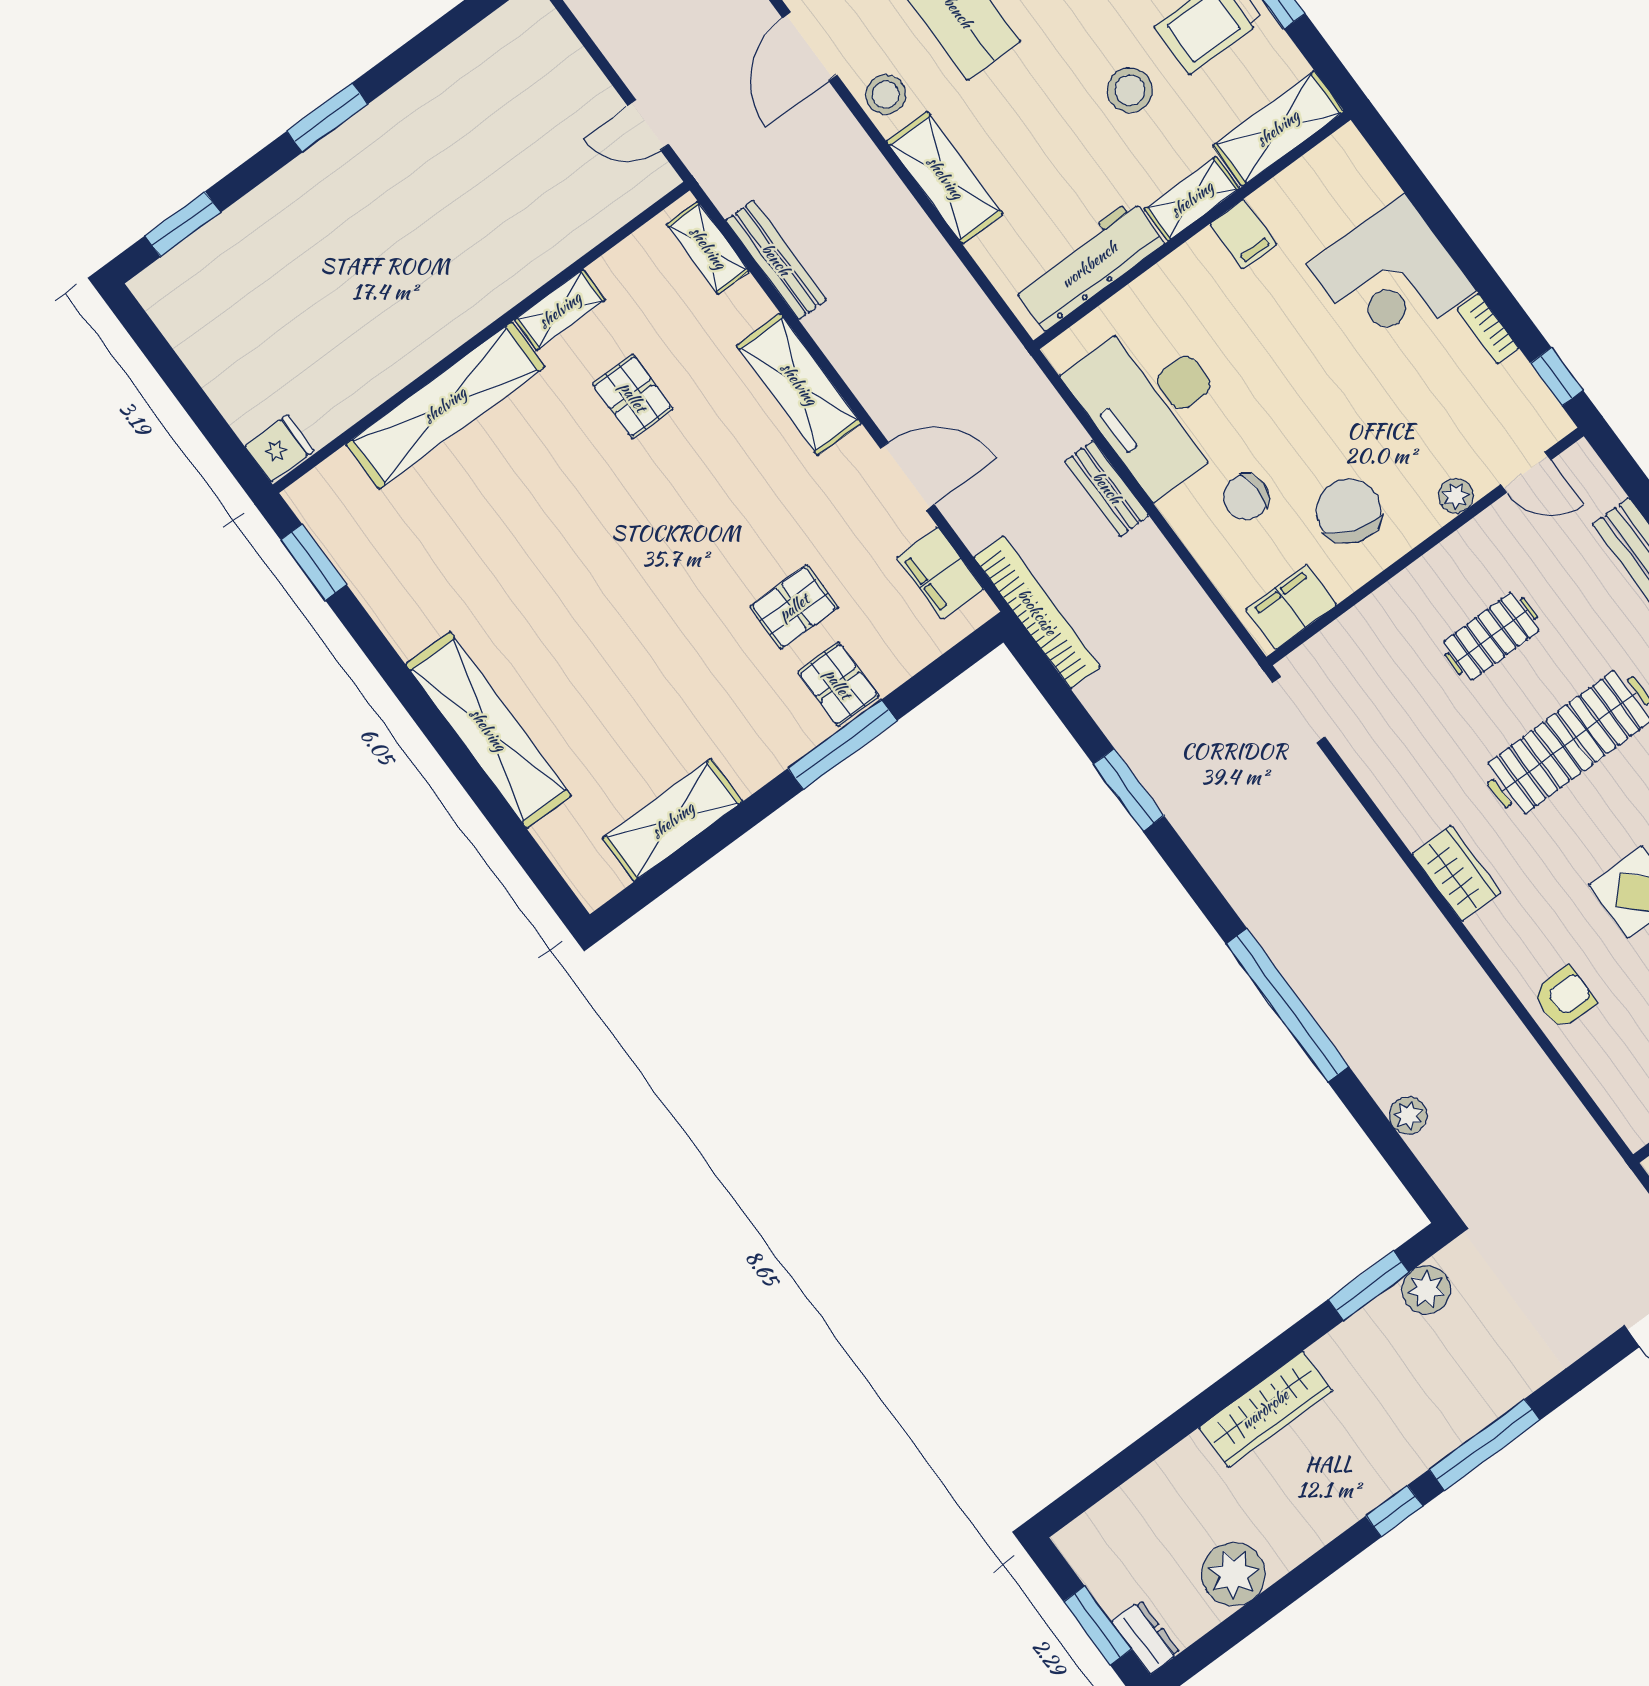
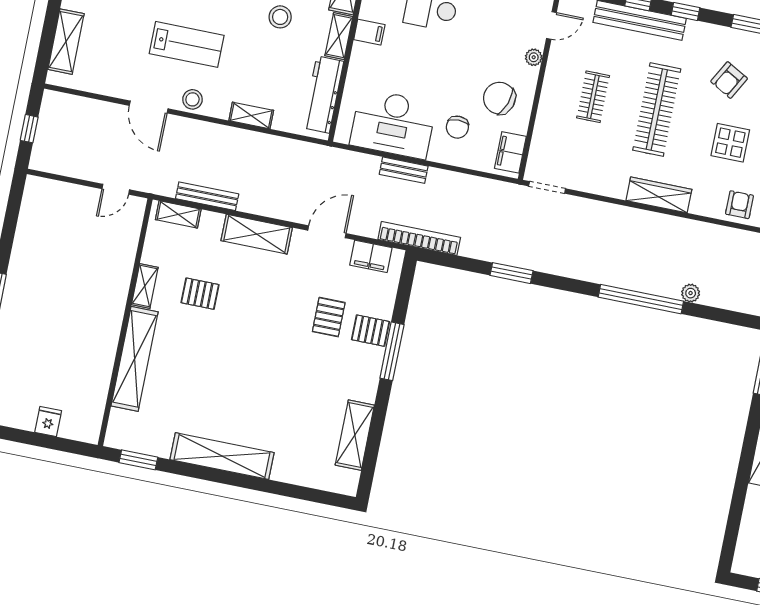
shelving: (945, 178) -> (251, 115), width x0.67, depth x0.75
fridge: (279, 448) -> (48, 421), moved
shelving: (488, 730) -> (222, 456), moved
wardrobe: (1456, 873) -> (659, 195), width x1.50
plant: (1408, 1116) -> (691, 293), moved

